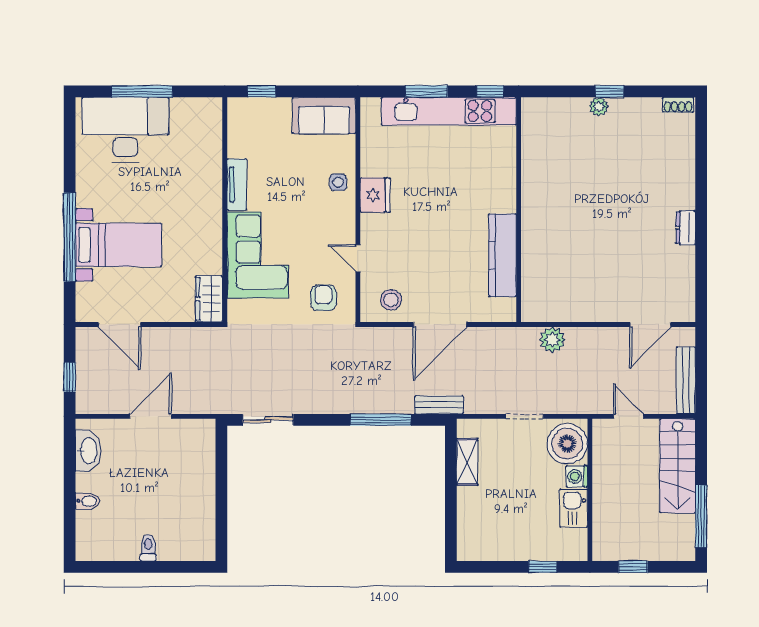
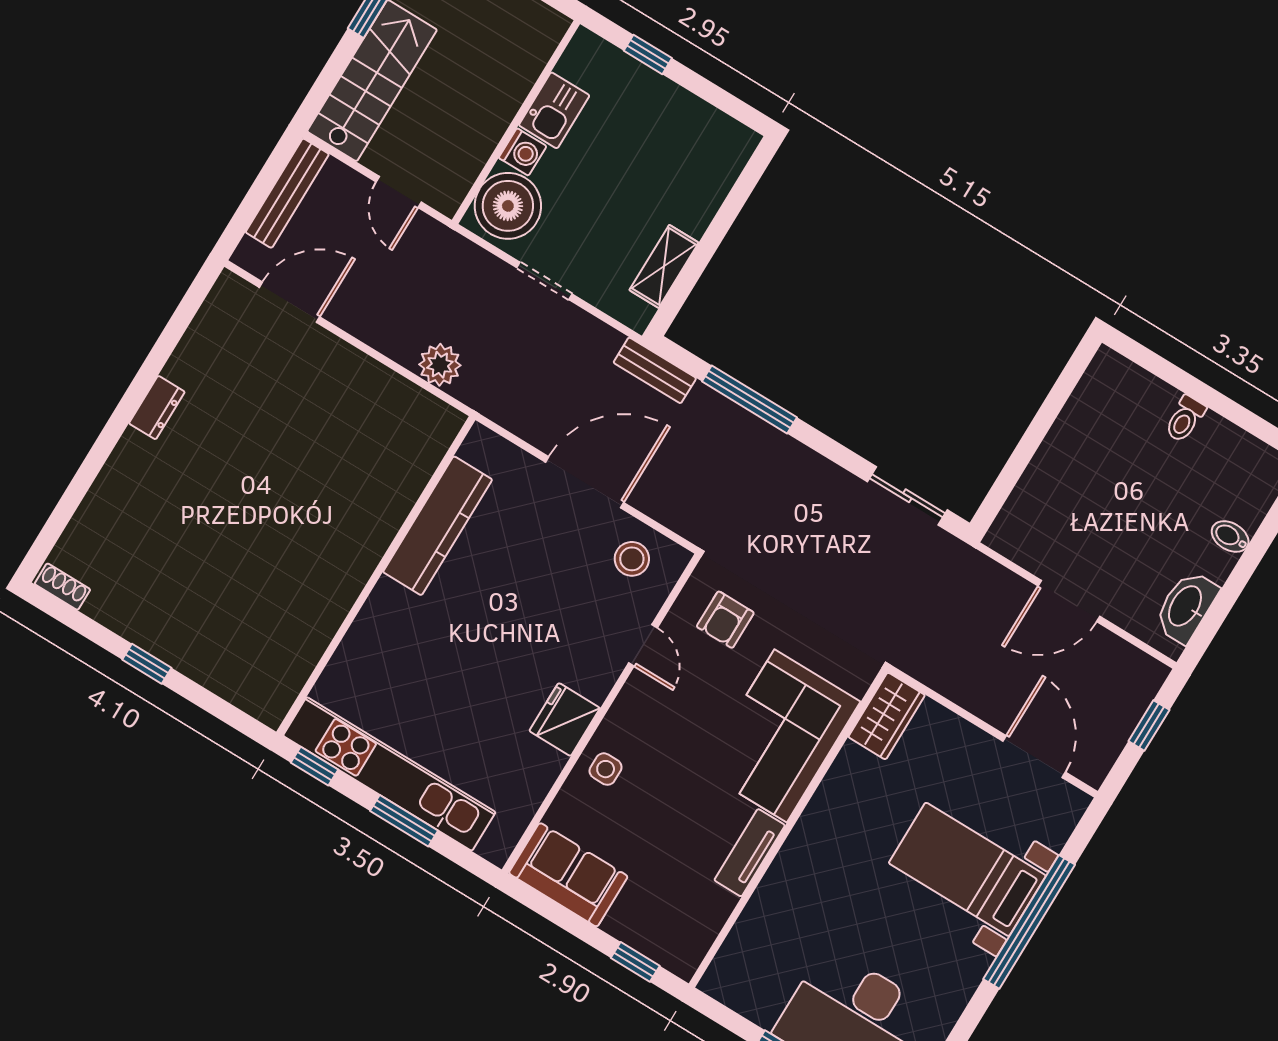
plant: (599, 107) -> (175, 652), removed

